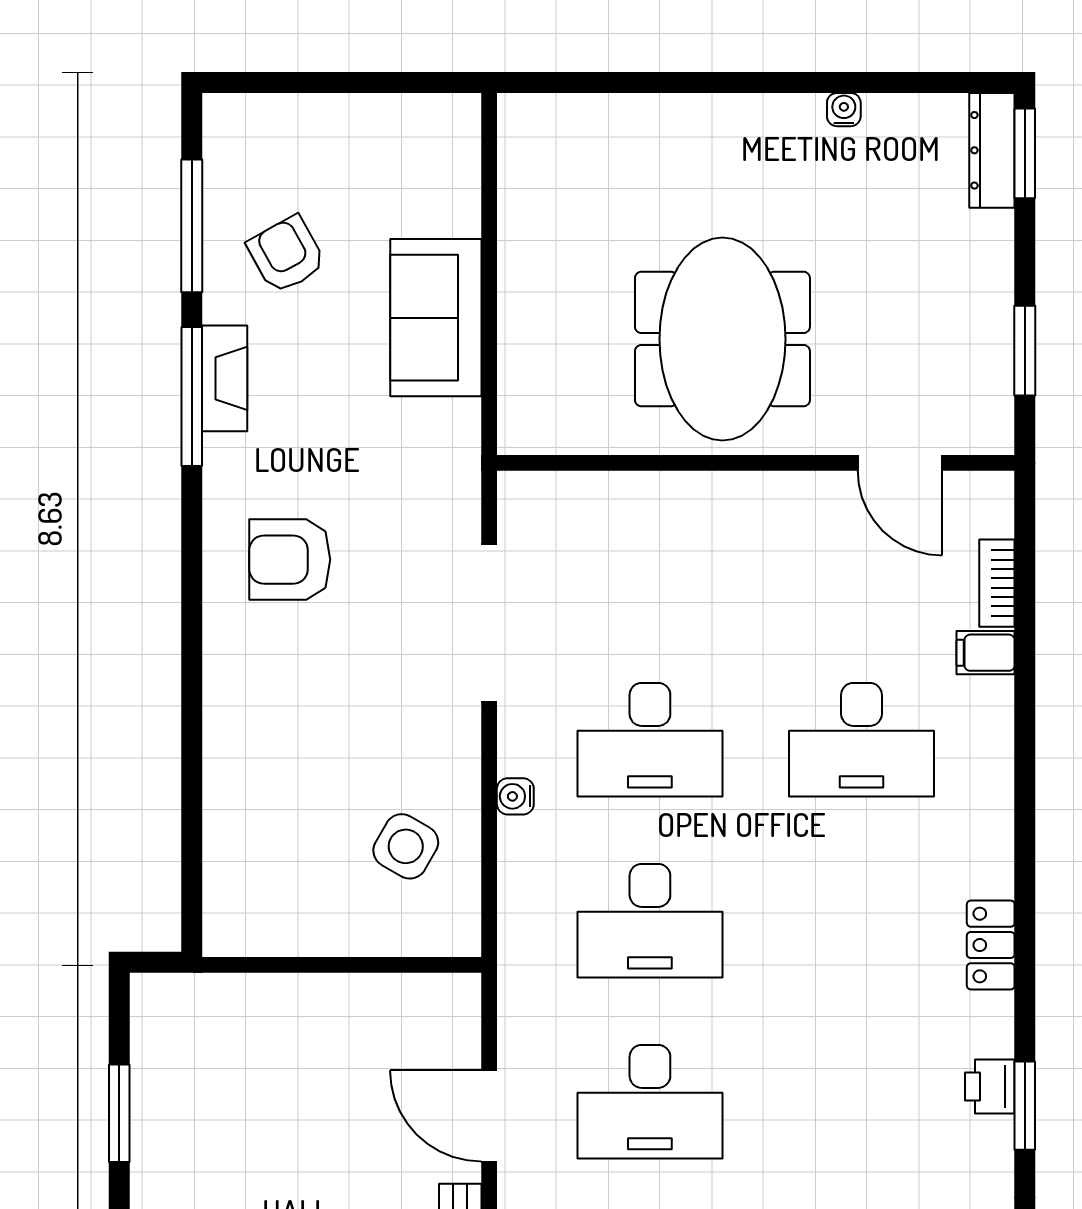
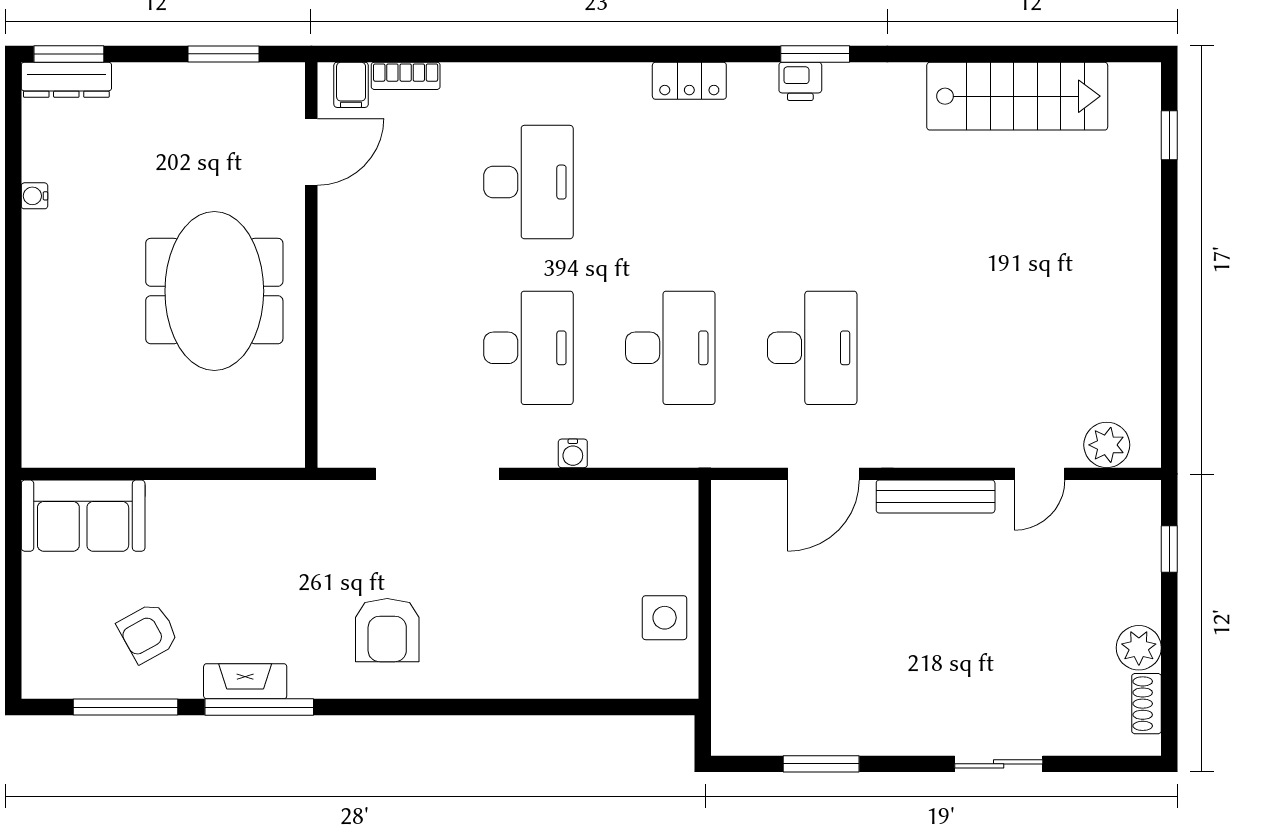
sofa: (436, 318) -> (83, 516), moved
meeting table: (722, 339) -> (214, 291), turned 90
filing cabinet: (986, 653) -> (351, 85), moved
side table: (406, 846) -> (665, 618), moved, turned -30

